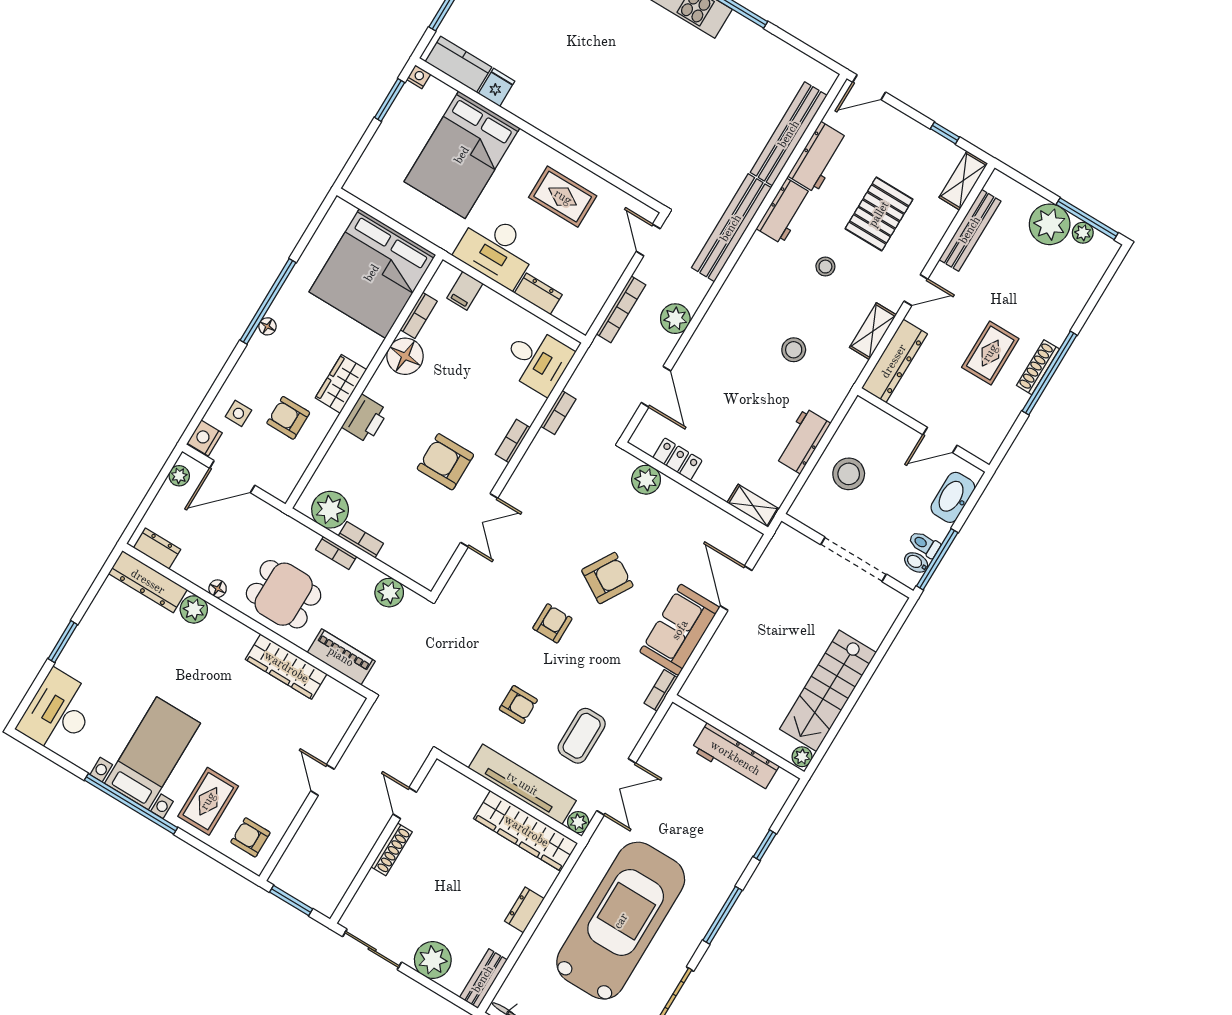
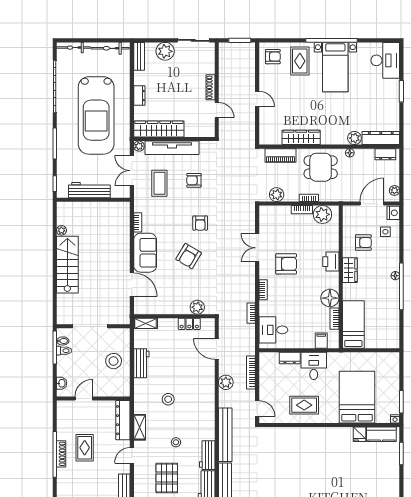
desk: (496, 250) -> (314, 366), width x0.73
bed: (372, 273) -> (353, 325), width x0.49
washbasin: (953, 497) -> (62, 383), width x0.52, depth x0.69
wall: (738, 737) -> (93, 200), moved
workbench: (735, 758) -> (89, 190), moved

